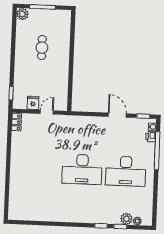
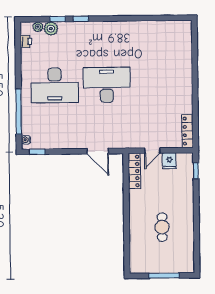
plant: (22, 14) -> (187, 266), removed
locker: (63, 96) -> (134, 171), added
door: (117, 115) -> (98, 151), moved
locker: (17, 122) -> (187, 131), width x1.53
printer: (151, 137) -> (26, 41), moved
desk: (126, 171) -> (55, 85), turned 180

